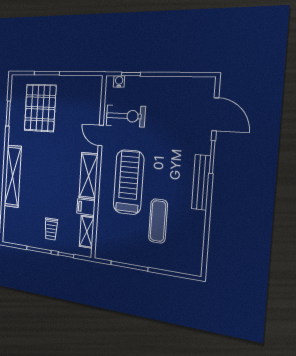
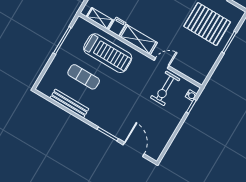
door: (215, 114) -> (134, 149), swing flipped
treadmill: (128, 182) -> (108, 53), moved
bench: (201, 182) -> (69, 103), moved

